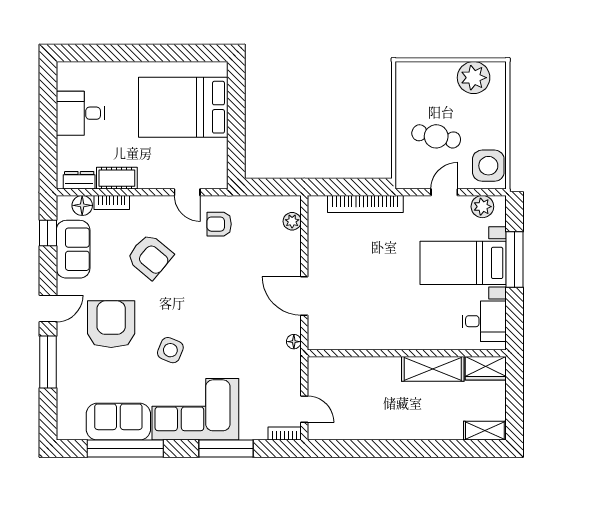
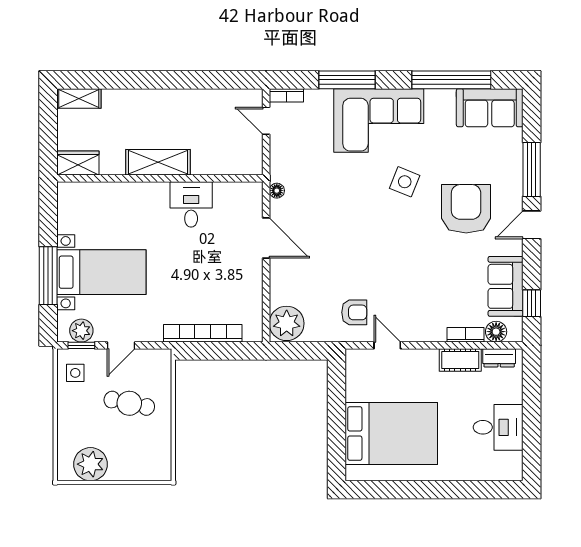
side table: (488, 166) -> (75, 373), width x0.54, depth x0.54
window: (482, 192) -> (81, 345), added
plant: (292, 221) -> (287, 323), width x1.88, depth x1.88
armchair: (150, 256) -> (426, 279), removed
desk: (484, 321) -> (191, 204), moved, turned 90
armchair: (111, 324) -> (466, 209), turned 180
shelving: (433, 369) -> (158, 162), moved
sofa: (118, 422) -> (490, 108), moved

